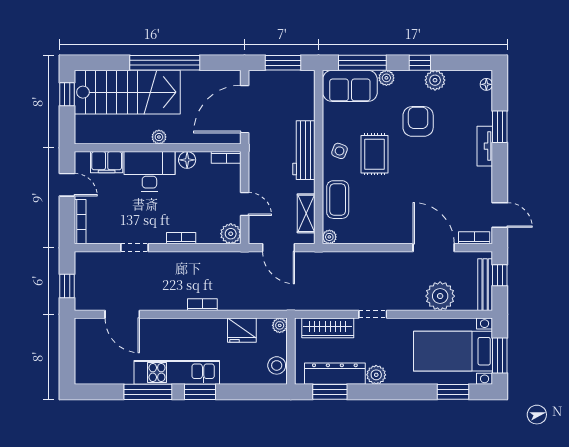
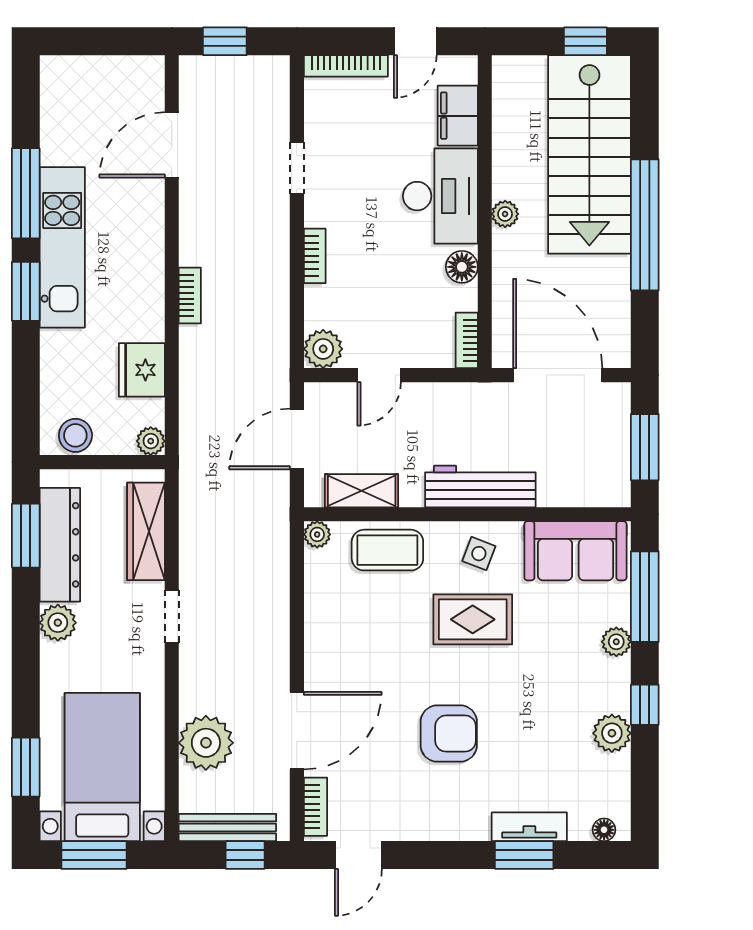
sofa: (350, 86) -> (575, 551), moved, turned -90
armchair: (418, 121) -> (449, 734), moved
tv unit: (485, 146) -> (529, 827), moved

